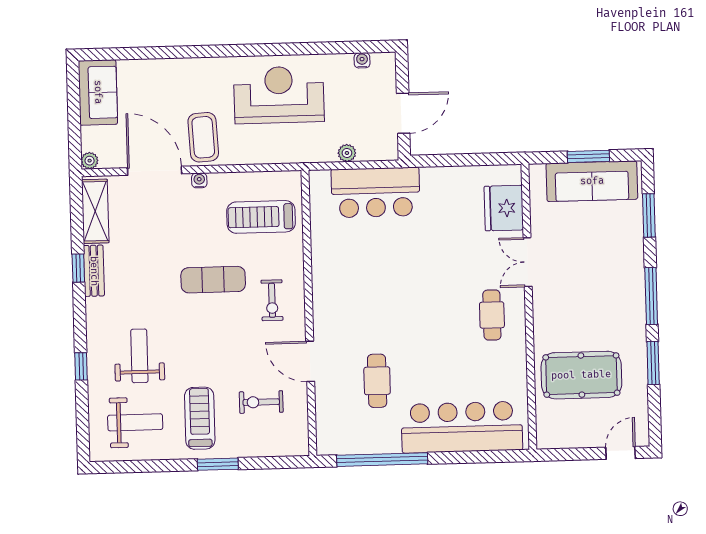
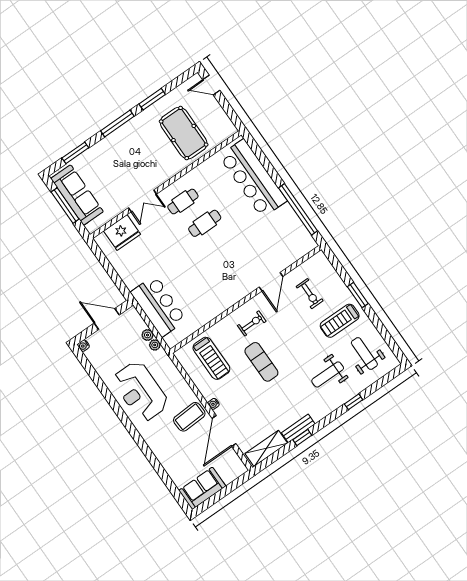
water cooler: (362, 60) -> (83, 346), moved
window: (588, 156) -> (65, 206), width x1.44
plant: (90, 161) -> (155, 345), moved
cafe table: (377, 381) -> (205, 223), moved

